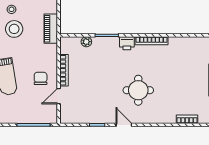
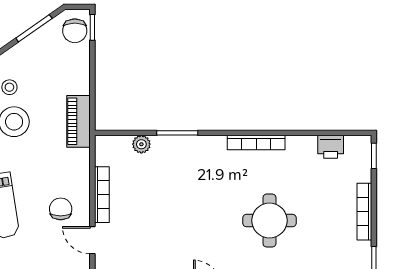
printer: (127, 43) -> (331, 147), moved
round table: (138, 90) -> (269, 221), moved
door: (59, 96) -> (92, 240), hinge flipped

